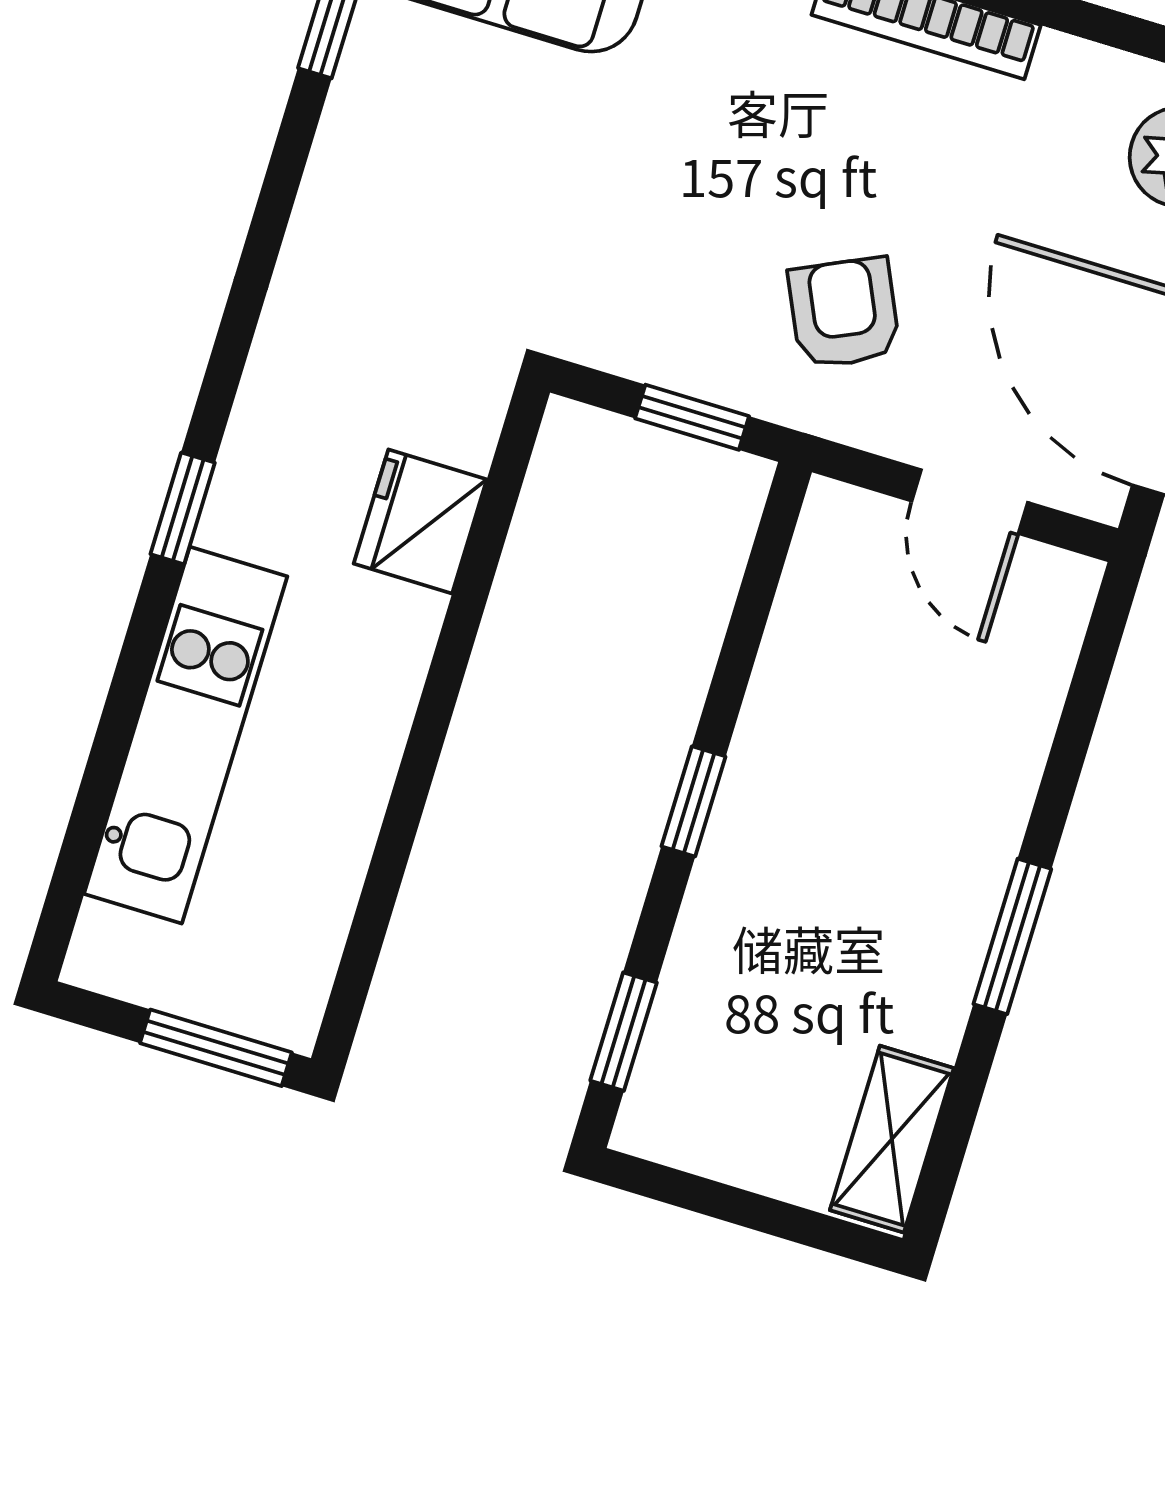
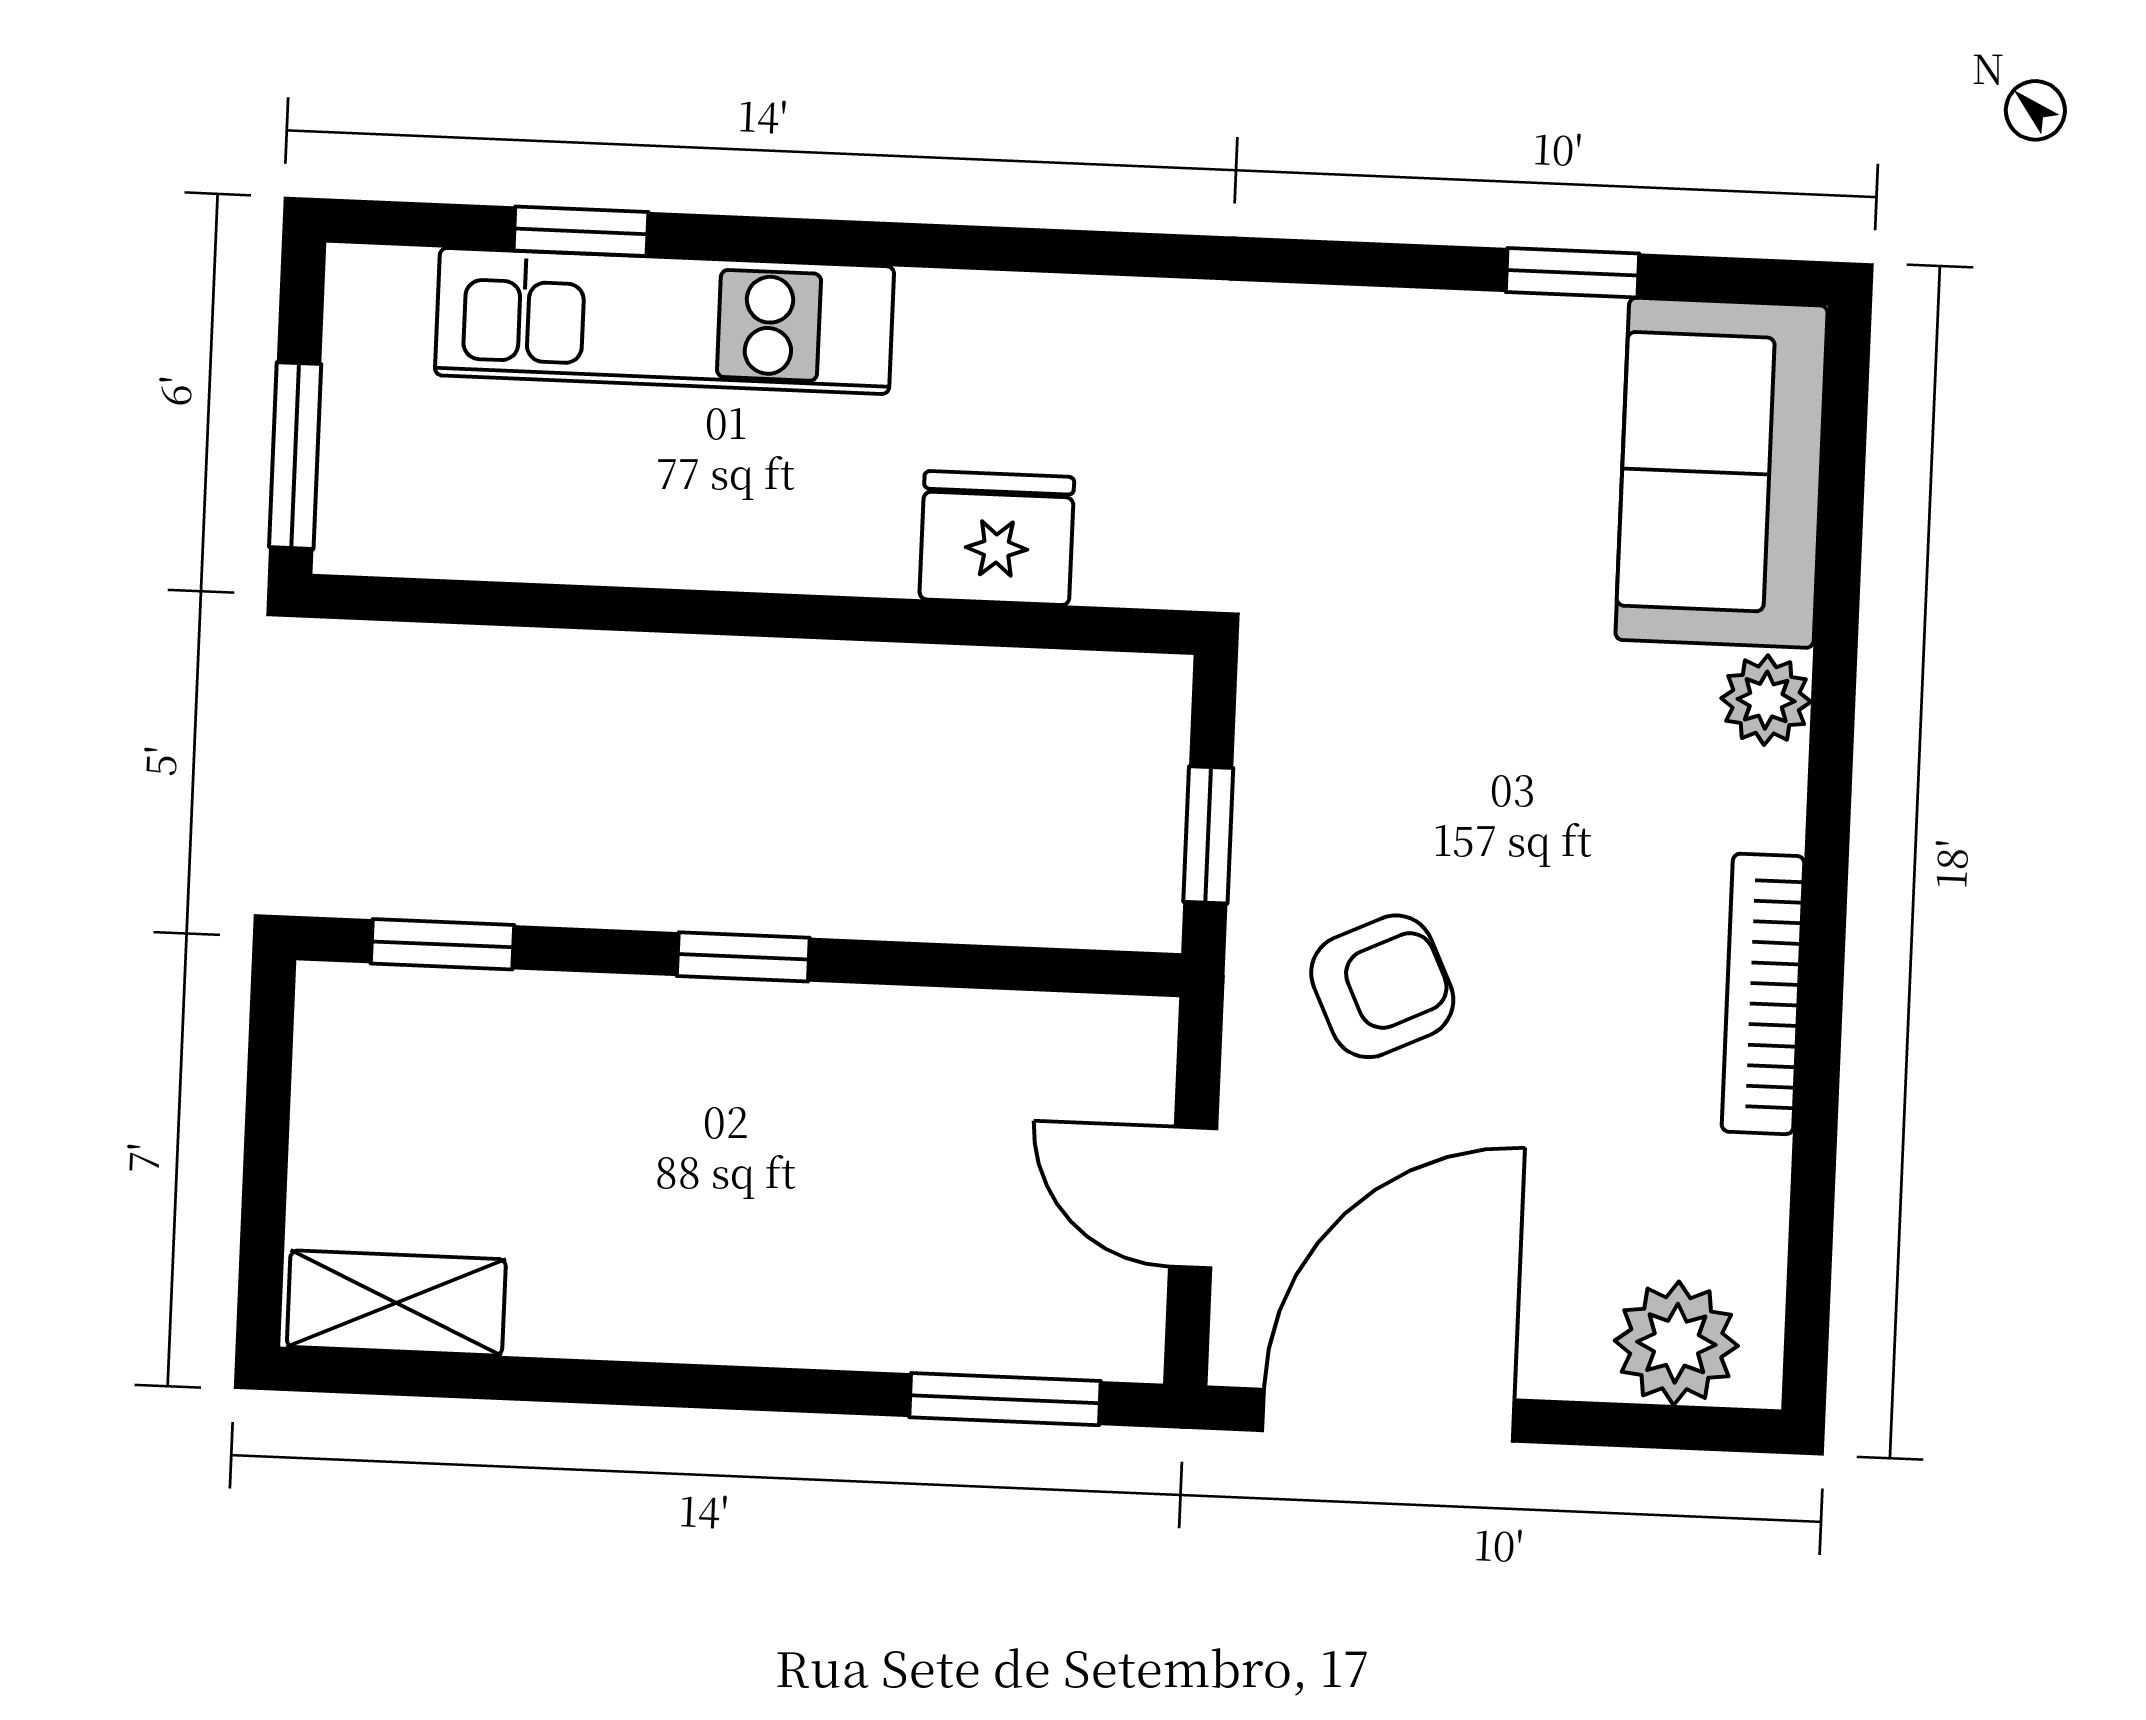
door: (970, 502) -> (1193, 1198), hinge flipped
window: (183, 508) -> (581, 231), moved
window: (1012, 936) -> (1005, 1399), moved

